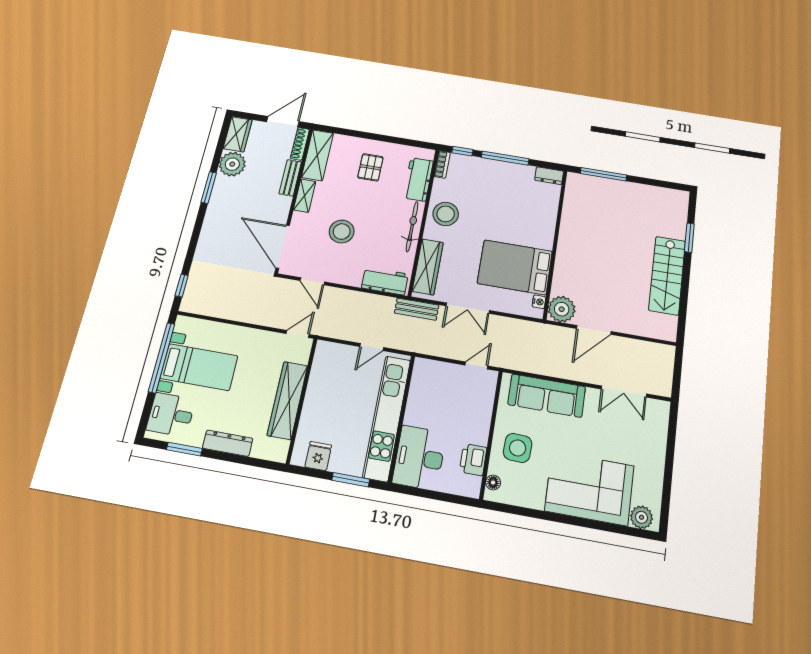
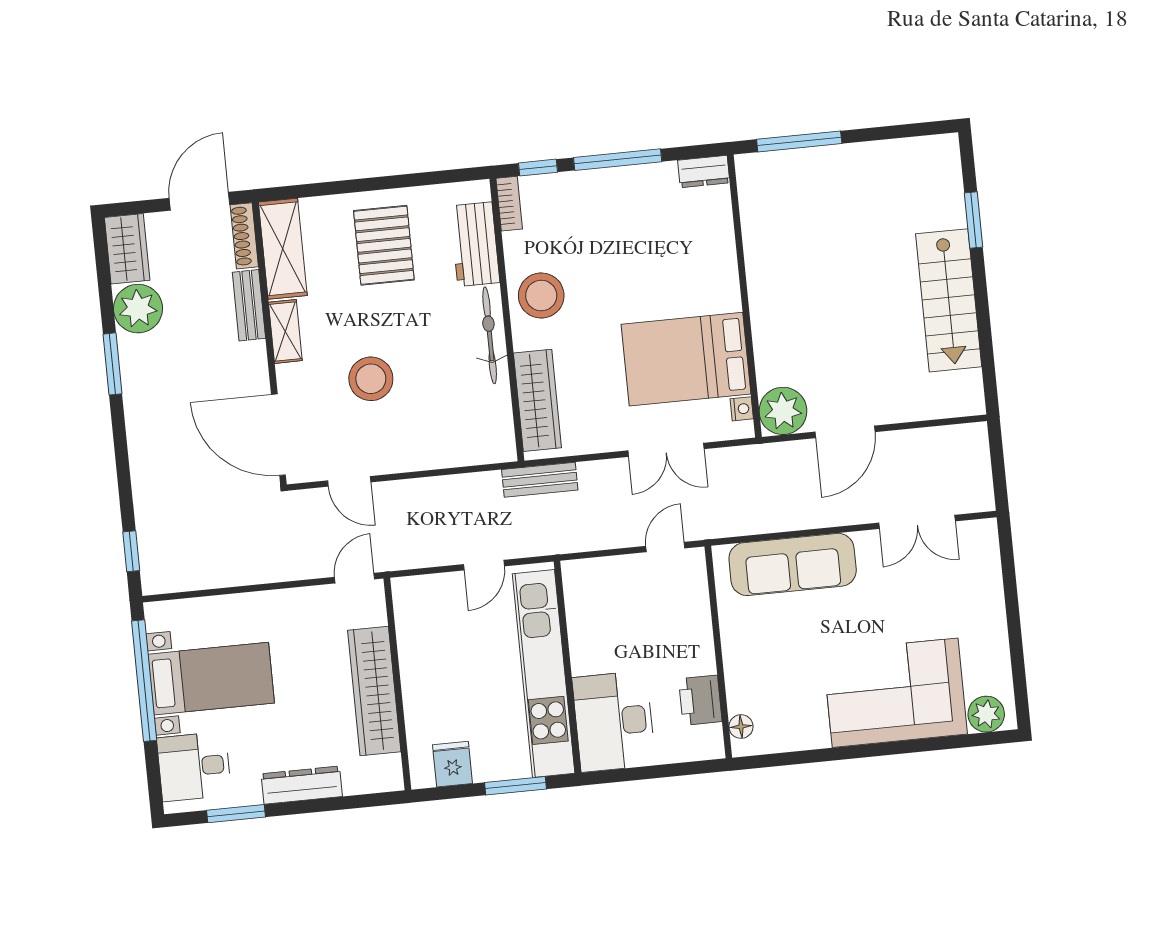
pallet: (370, 167) -> (384, 245), width x1.50, depth x1.42
workbench: (385, 281) -> (472, 446), removed
double door: (468, 308) -> (666, 450), moved
side table: (518, 448) -> (766, 662), removed

